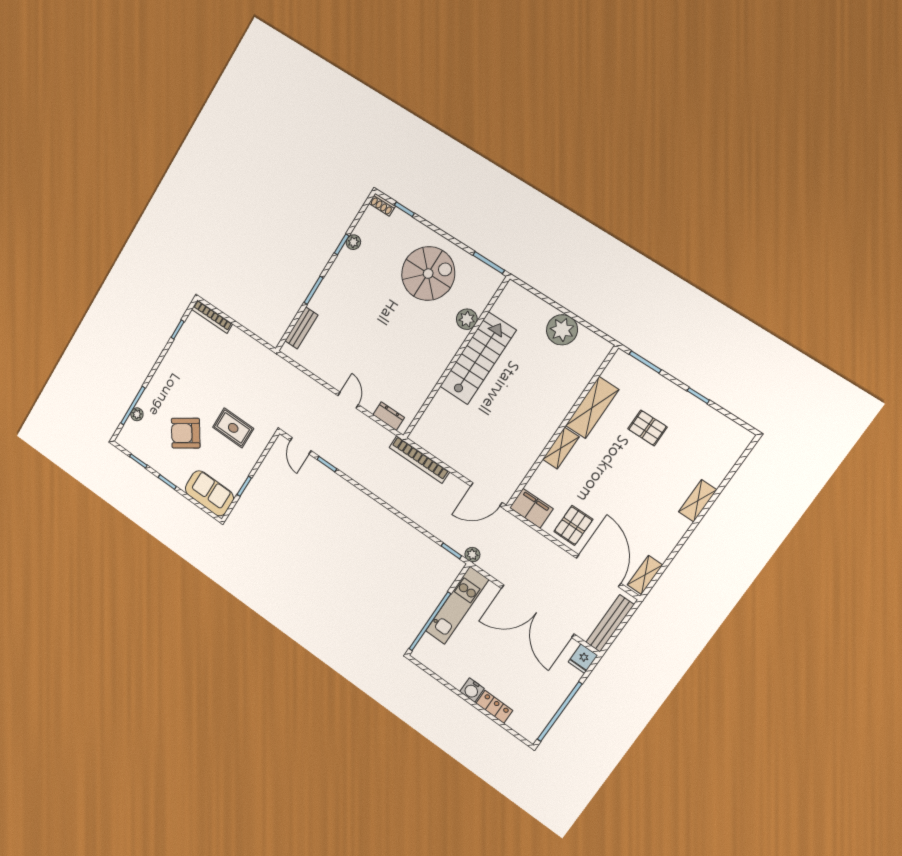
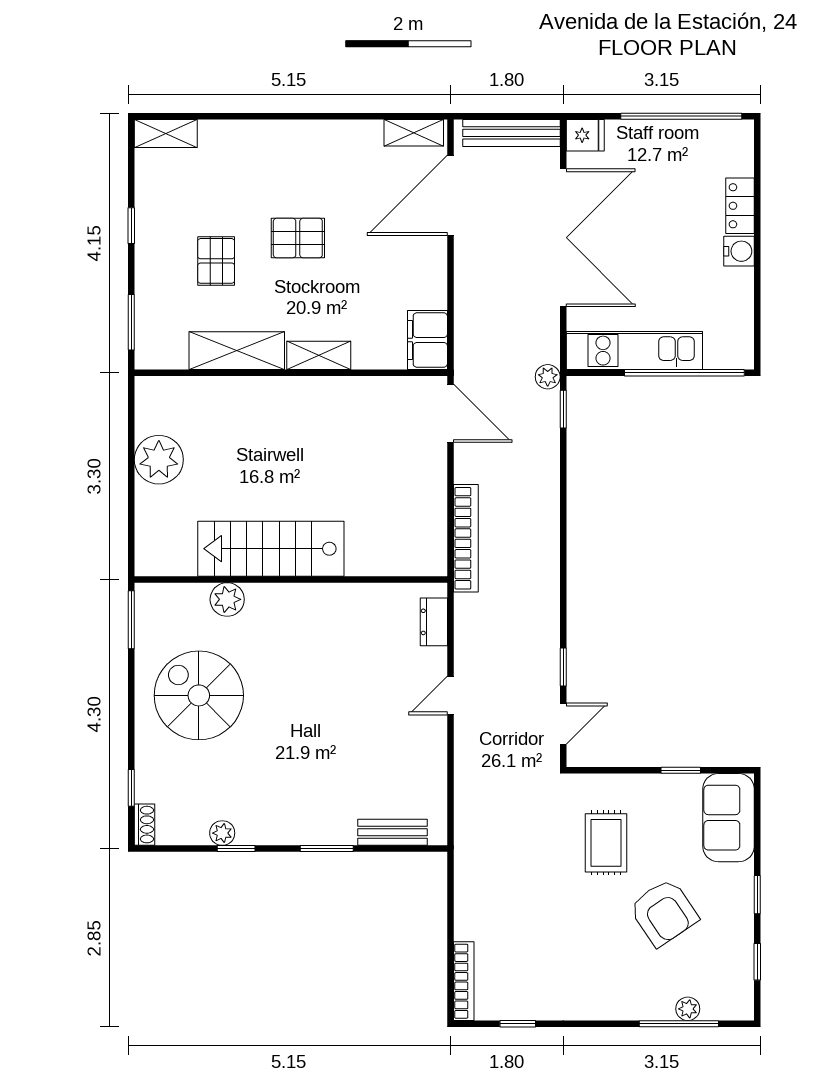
shelving: (698, 501) -> (166, 133), moved
pallet: (573, 525) -> (298, 238), moved

